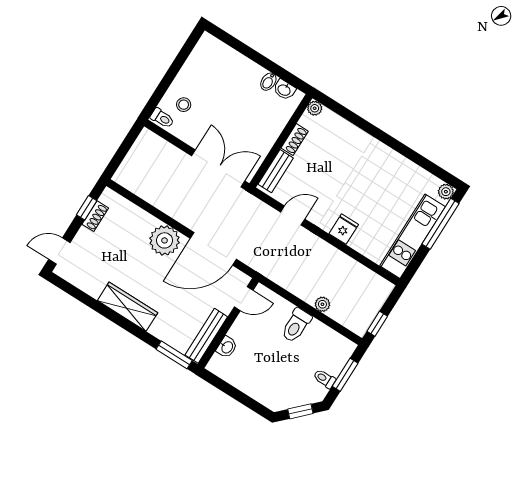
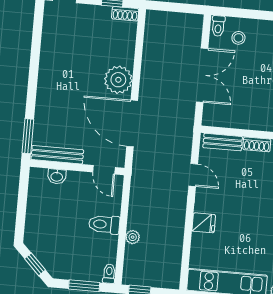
double door: (218, 168) -> (202, 75), moved
shoe rack: (95, 216) -> (125, 14), moved
wardrobe: (128, 307) -> (48, 77), removed
toilet: (324, 379) -> (109, 274), moved

